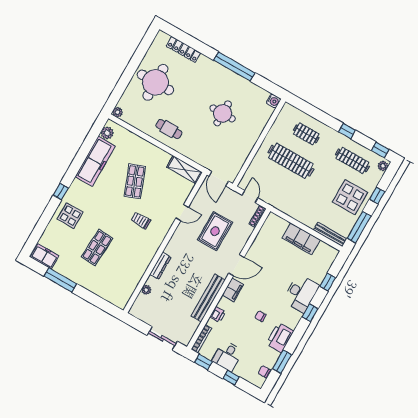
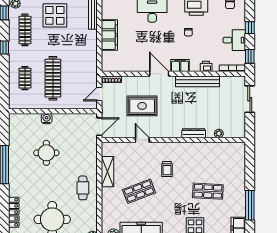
water cooler: (273, 101) -> (47, 119), moved
shelving: (185, 170) -> (108, 172), moved

